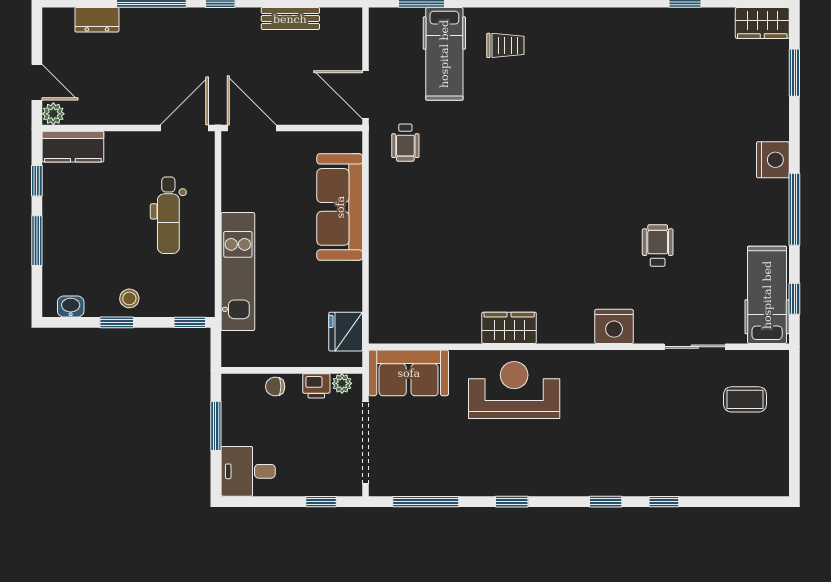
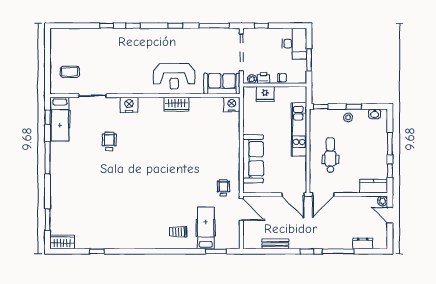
nightstand: (773, 160) -> (232, 104), moved, turned 90
wheelchair: (658, 245) -> (109, 141), turned 180
fridge: (346, 332) -> (265, 94), moved, turned 90
desk: (248, 471) -> (294, 44), width x1.37

